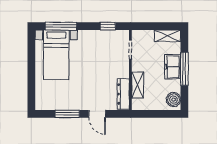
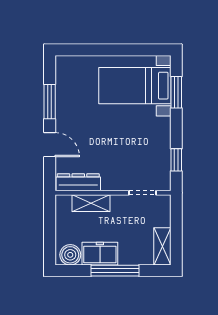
window: (61, 26) -> (176, 92), width x0.69
freezer: (173, 67) -> (100, 254), moved
door: (97, 114) -> (50, 145), swing flipped

